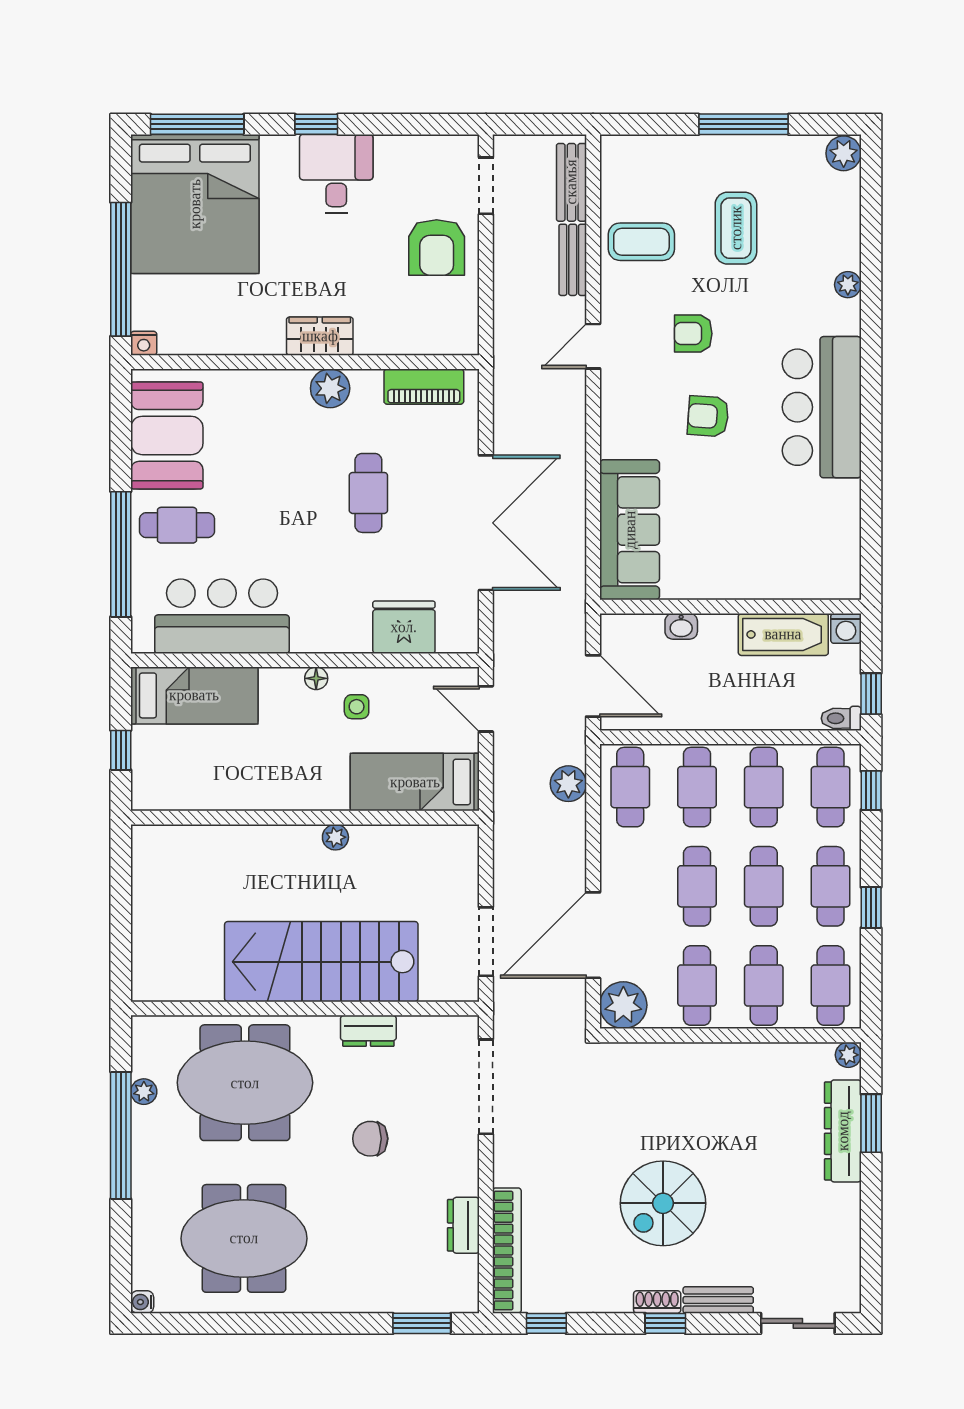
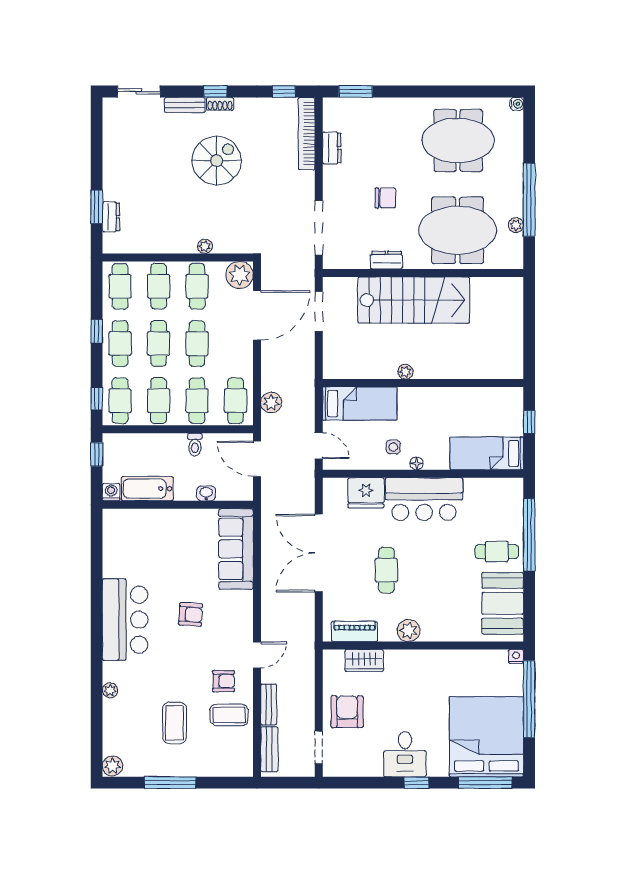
armchair: (693, 334) -> (224, 681), moved
wardrobe: (320, 336) -> (364, 661), moved
bar counter: (222, 616) -> (424, 499), moved
toilet: (841, 718) -> (195, 445), moved, turned 90
plant: (848, 1055) -> (205, 246), moved
dresser: (843, 1131) -> (111, 217), width x0.51, depth x0.80

